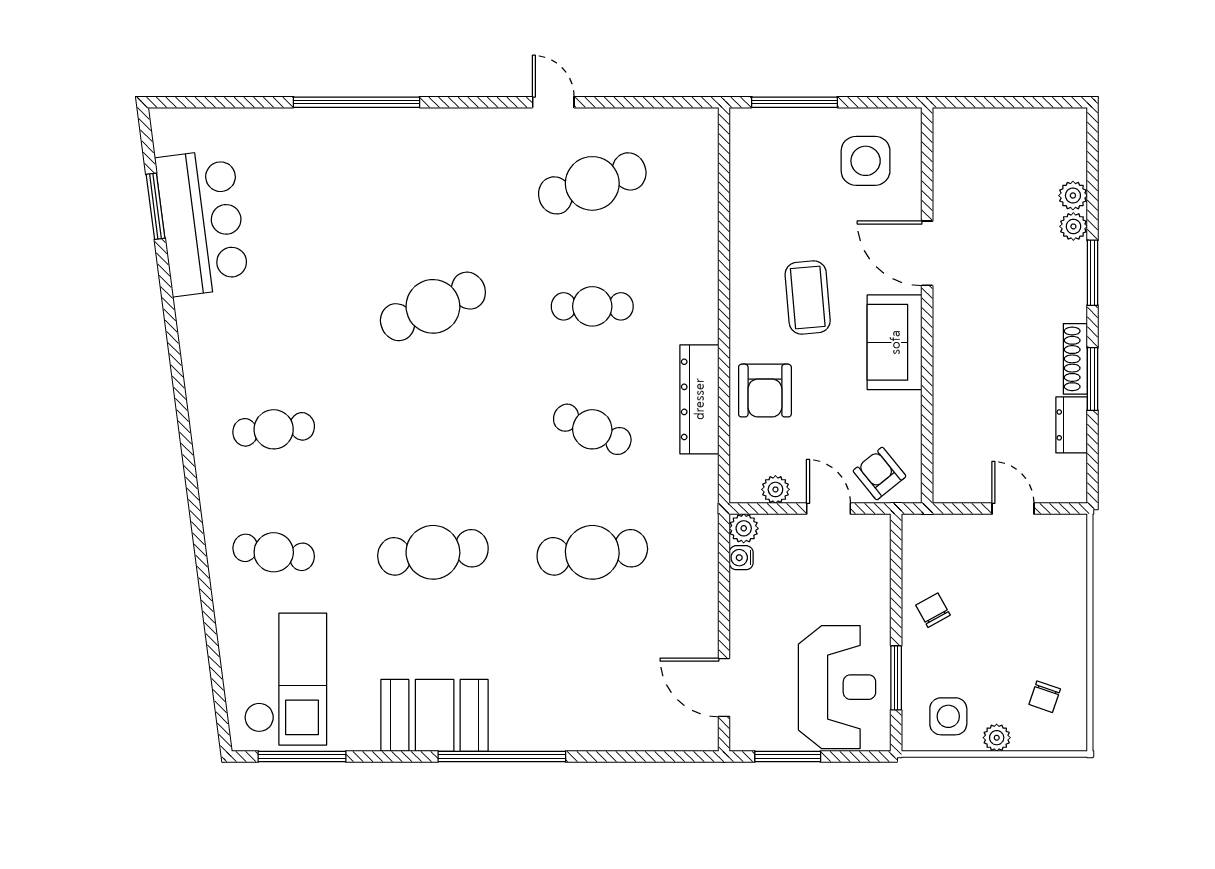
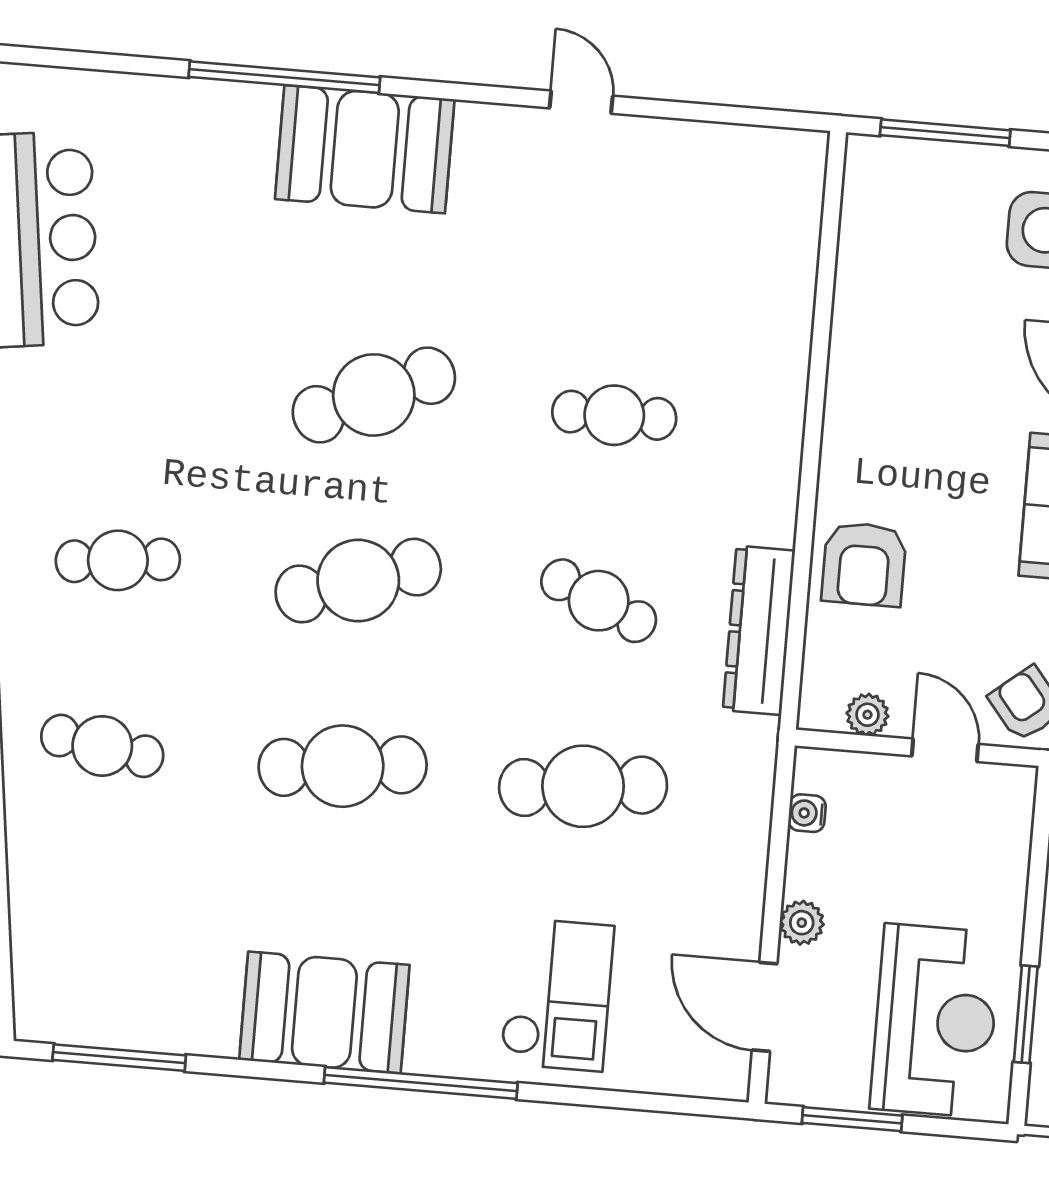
booth: (413, 145) -> (365, 149), added
cafe table: (592, 183) -> (358, 581), moved
coffee table: (808, 297) -> (940, 429), removed
dresser: (699, 399) -> (759, 630), moved
plant: (744, 528) -> (802, 923), moved
checkout: (286, 679) -> (557, 995), moved, width x0.73, depth x0.83

